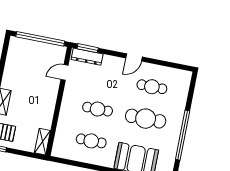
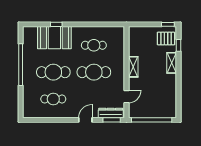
door: (134, 57) -> (85, 120), moved
cafe table: (98, 109) -> (94, 72), width x1.37, depth x1.35
shelving: (42, 142) -> (133, 67), moved

